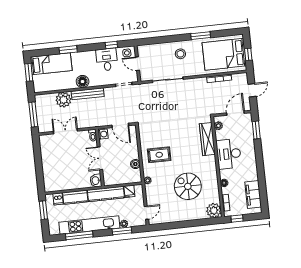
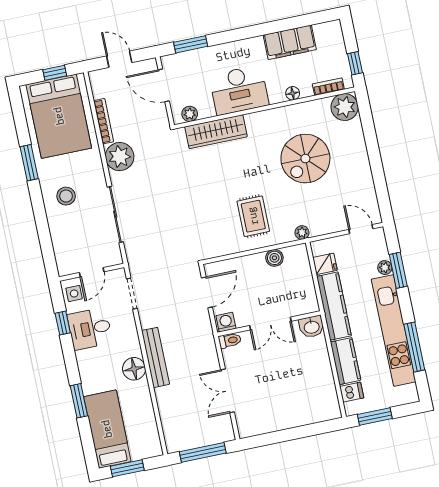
plant: (63, 100) -> (120, 157), moved
filing cabinet: (253, 195) -> (290, 42), moved

